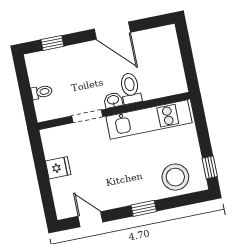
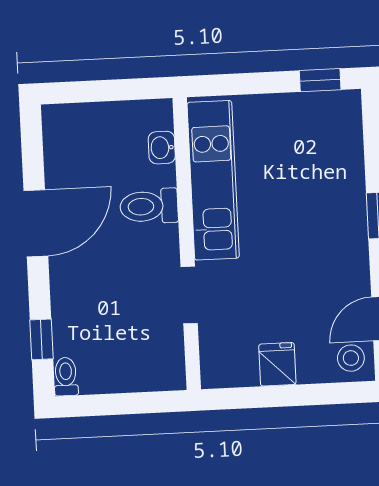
toilet: (42, 92) -> (66, 377), moved
washbasin: (113, 100) -> (162, 148), moved
stool: (175, 177) -> (351, 358), moved, width x0.53, depth x0.53

